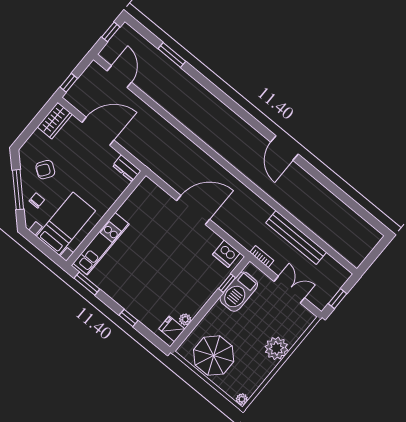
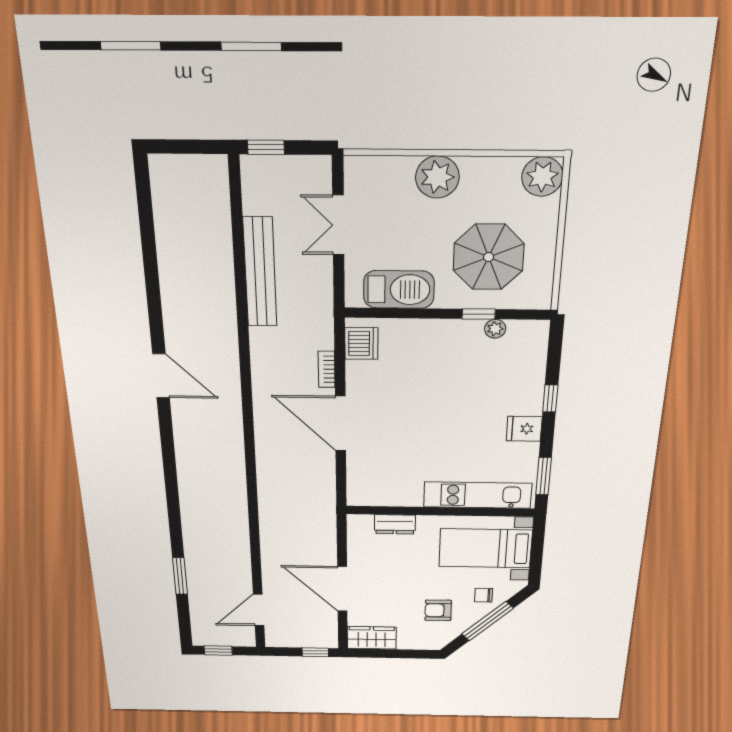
door: (284, 148) -> (161, 376), hinge flipped
dresser: (127, 168) -> (395, 524), moved, turned 90
armchair: (45, 170) -> (438, 610), turned 145
bookcase: (262, 257) -> (327, 369), moved
window: (227, 283) -> (479, 314), moved
window: (338, 299) -> (266, 147), moved
fridge: (172, 329) -> (524, 429), moved, turned 90
parasol: (214, 356) -> (489, 257), moved
plant: (242, 399) -> (542, 177), width x1.88, depth x1.88

